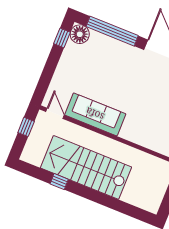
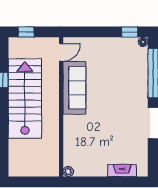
floor lamp: (80, 34) -> (143, 42), width x0.53, depth x0.53
window: (26, 127) -> (26, 32), moved

